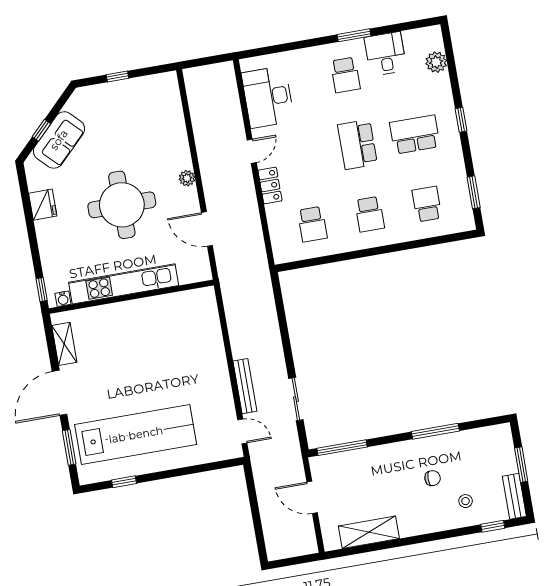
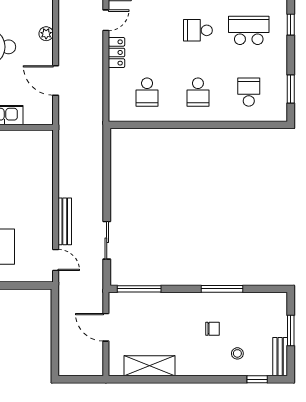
school desk: (357, 145) -> (198, 30), width x0.54

